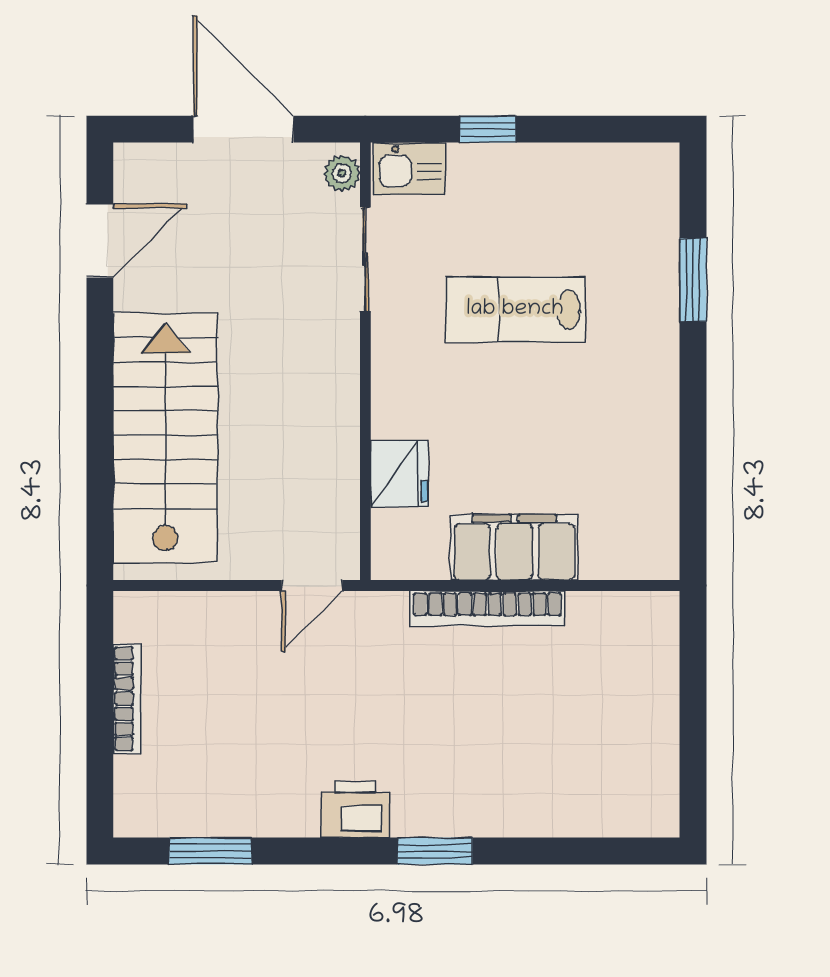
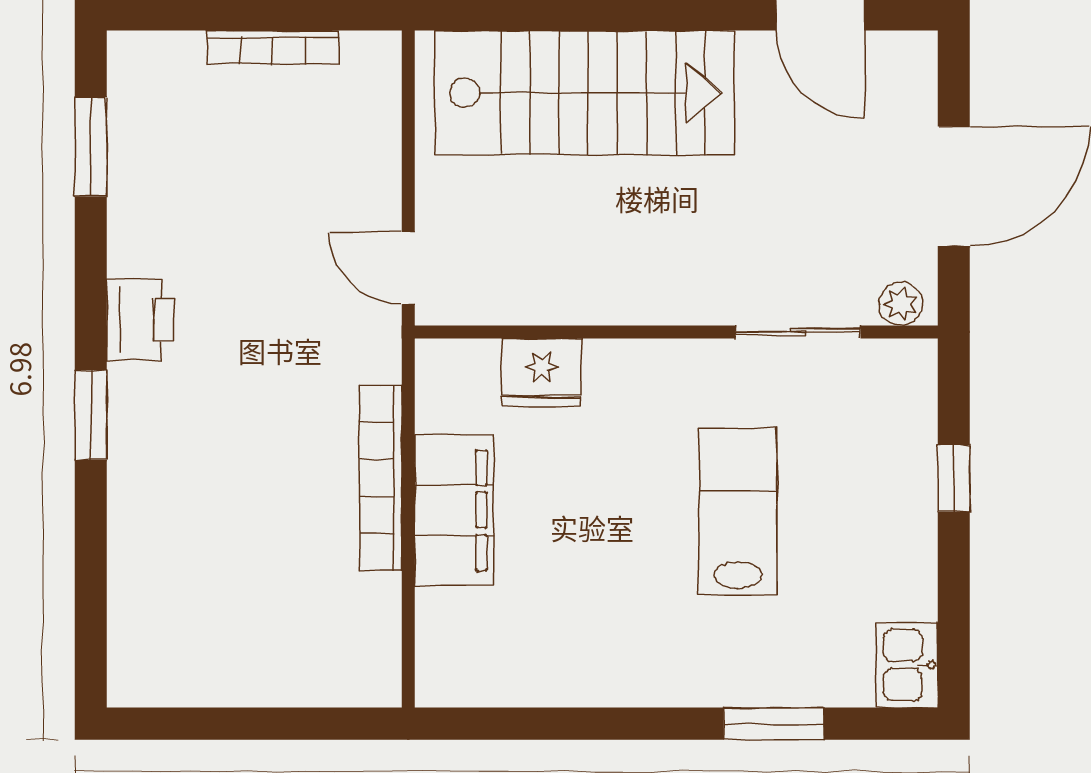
kitchen sink: (409, 168) -> (907, 665), moved

